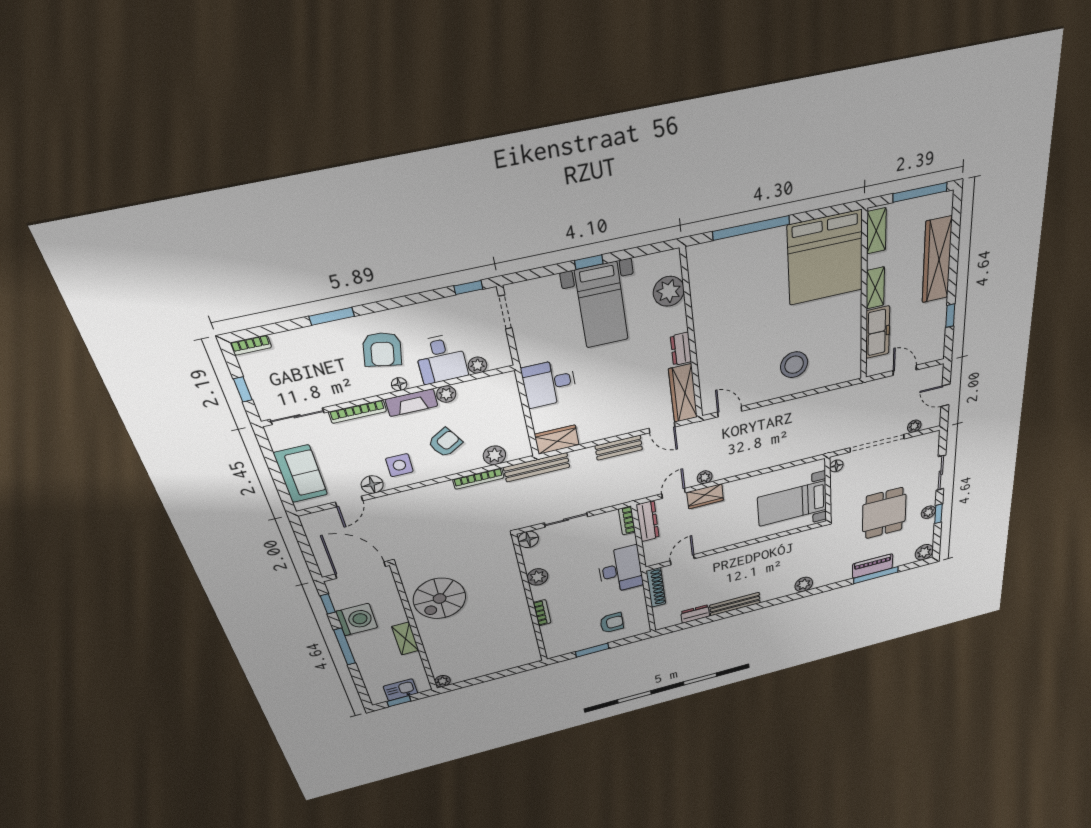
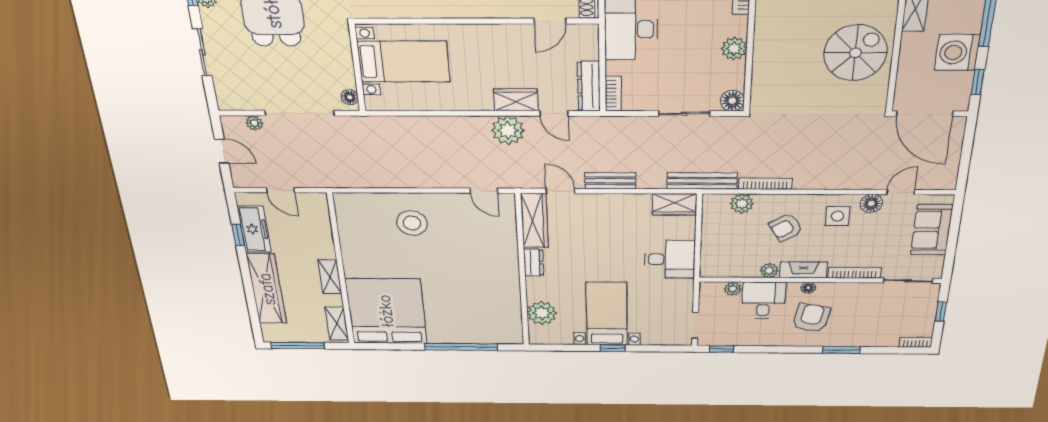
freezer: (878, 332) -> (254, 229), moved, turned 180
plant: (705, 477) -> (508, 130), width x1.88, depth x1.88
door: (673, 493) -> (554, 113), hinge flipped

